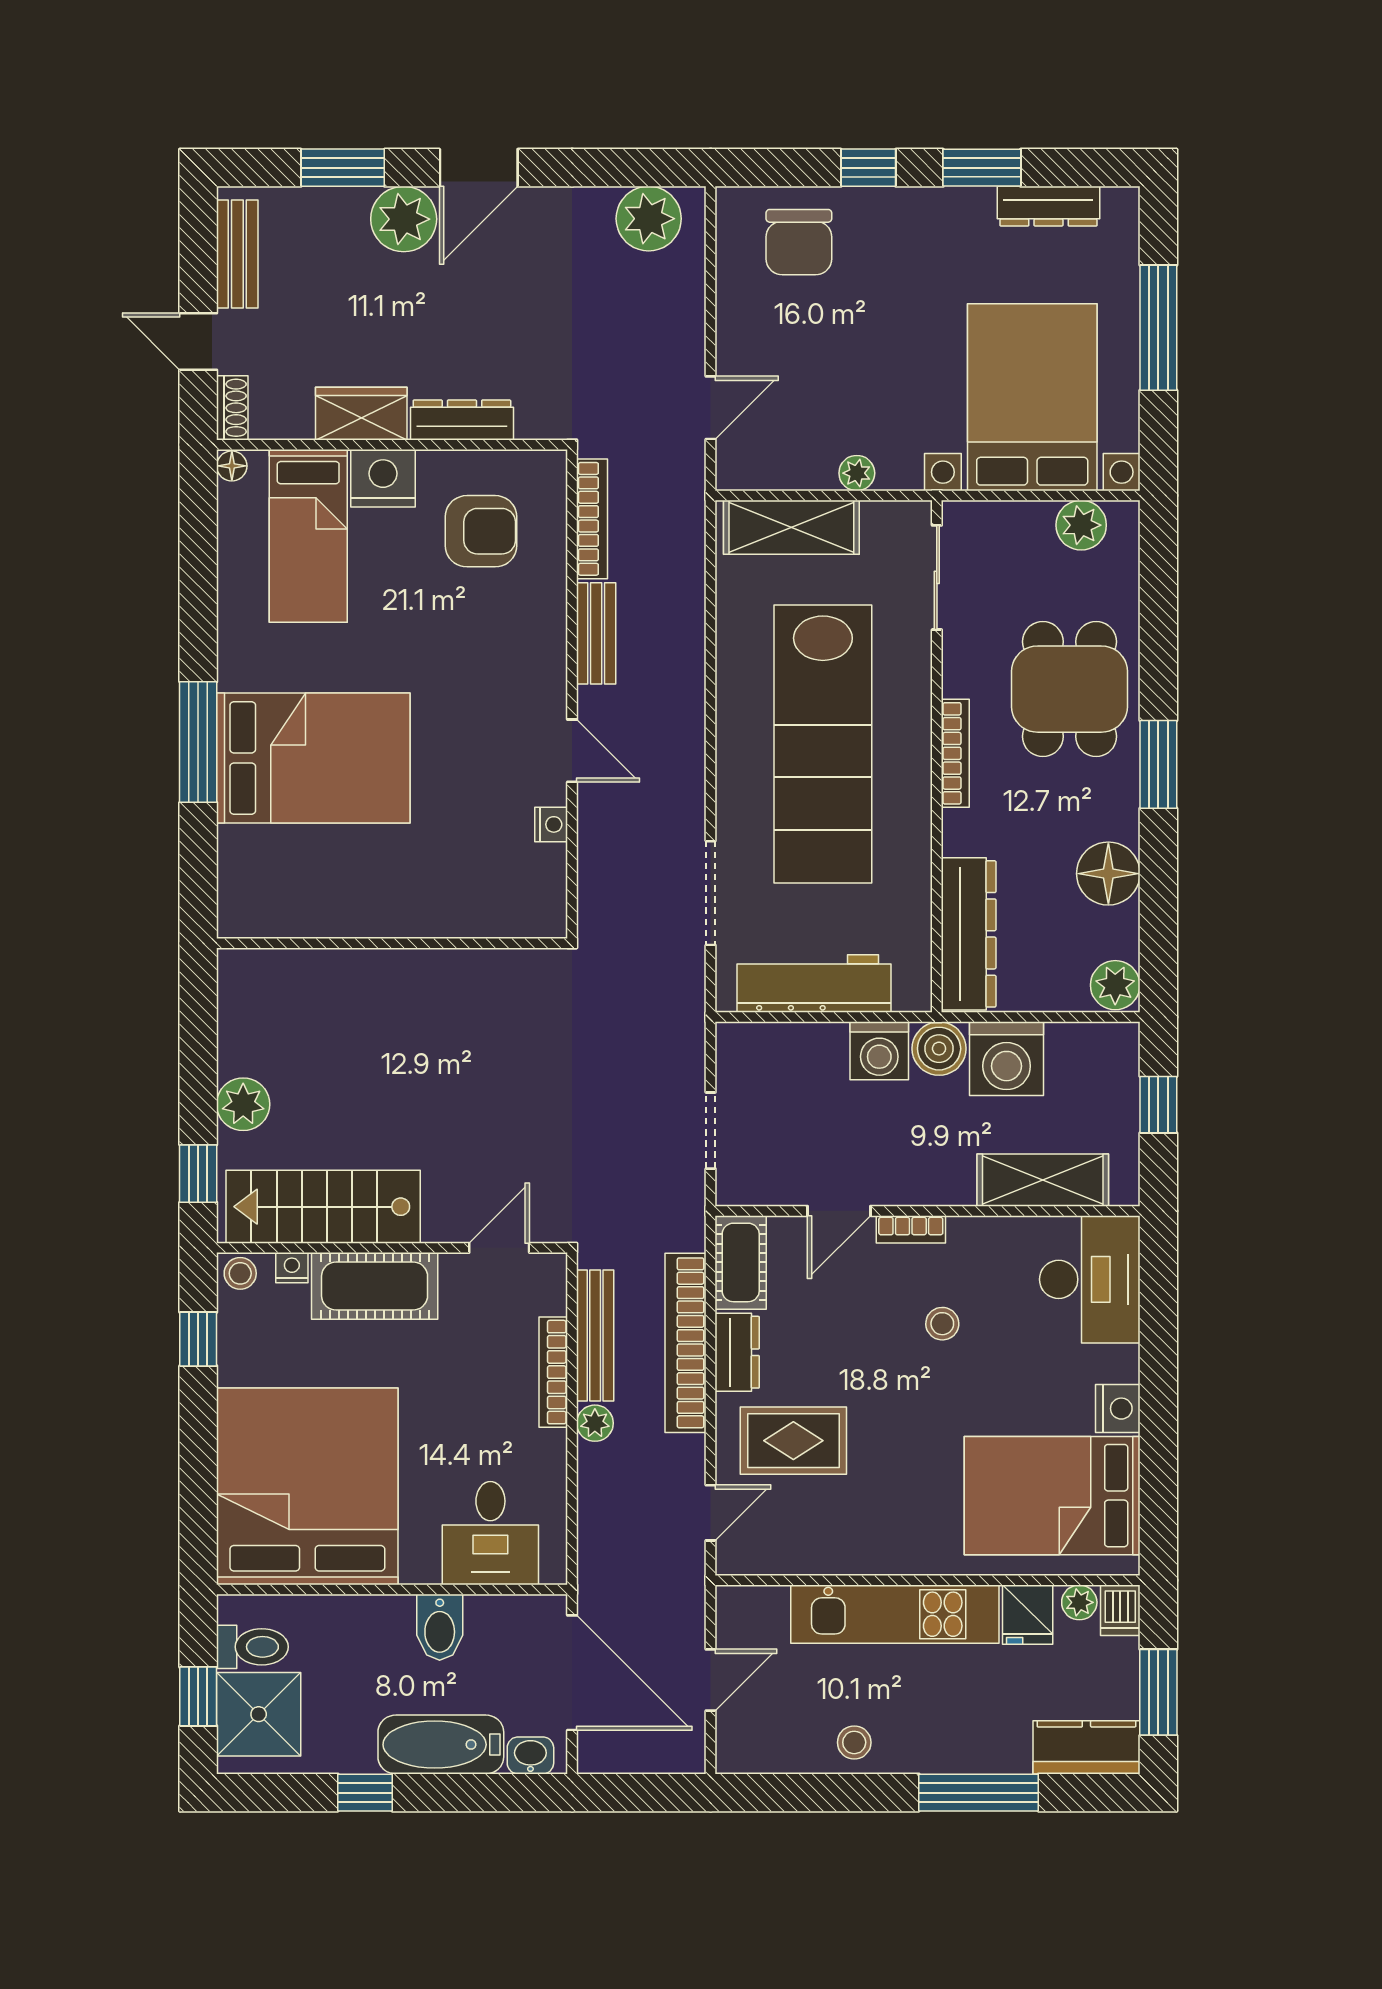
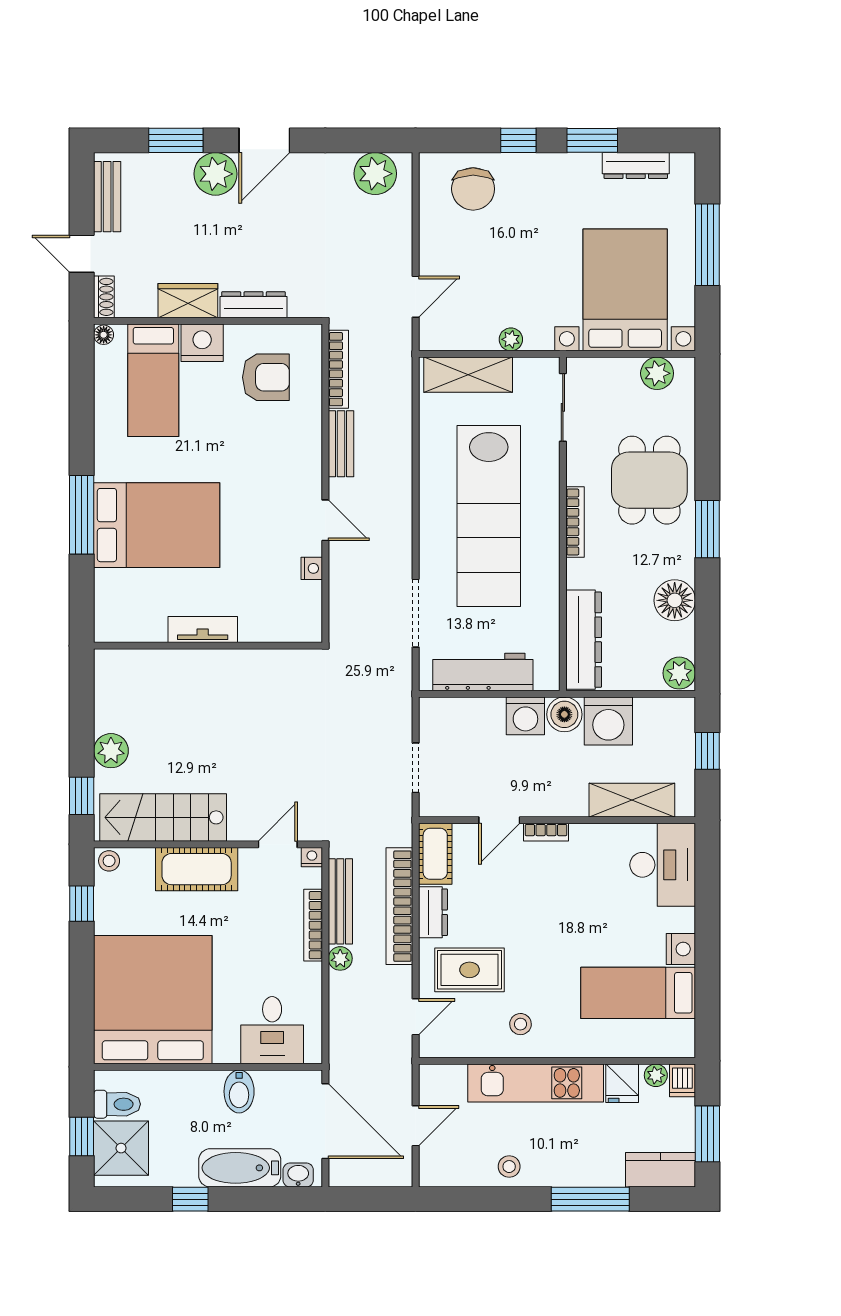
tv unit: (384, 918) -> (203, 630), added
nightstand: (292, 1268) -> (312, 857), moved
stool: (942, 1324) -> (521, 1024), moved
bed: (1052, 1496) -> (638, 993), width x0.67

